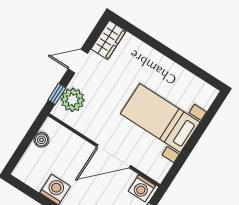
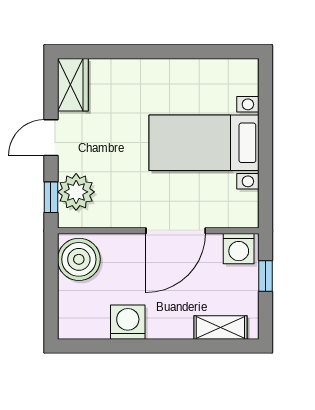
boiler: (41, 140) -> (79, 259), width x1.86, depth x1.86

